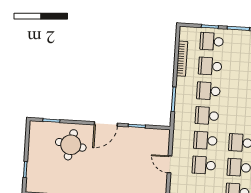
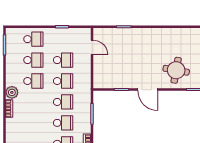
door: (106, 124) -> (148, 90), swing flipped
door: (170, 164) -> (92, 47), moved

